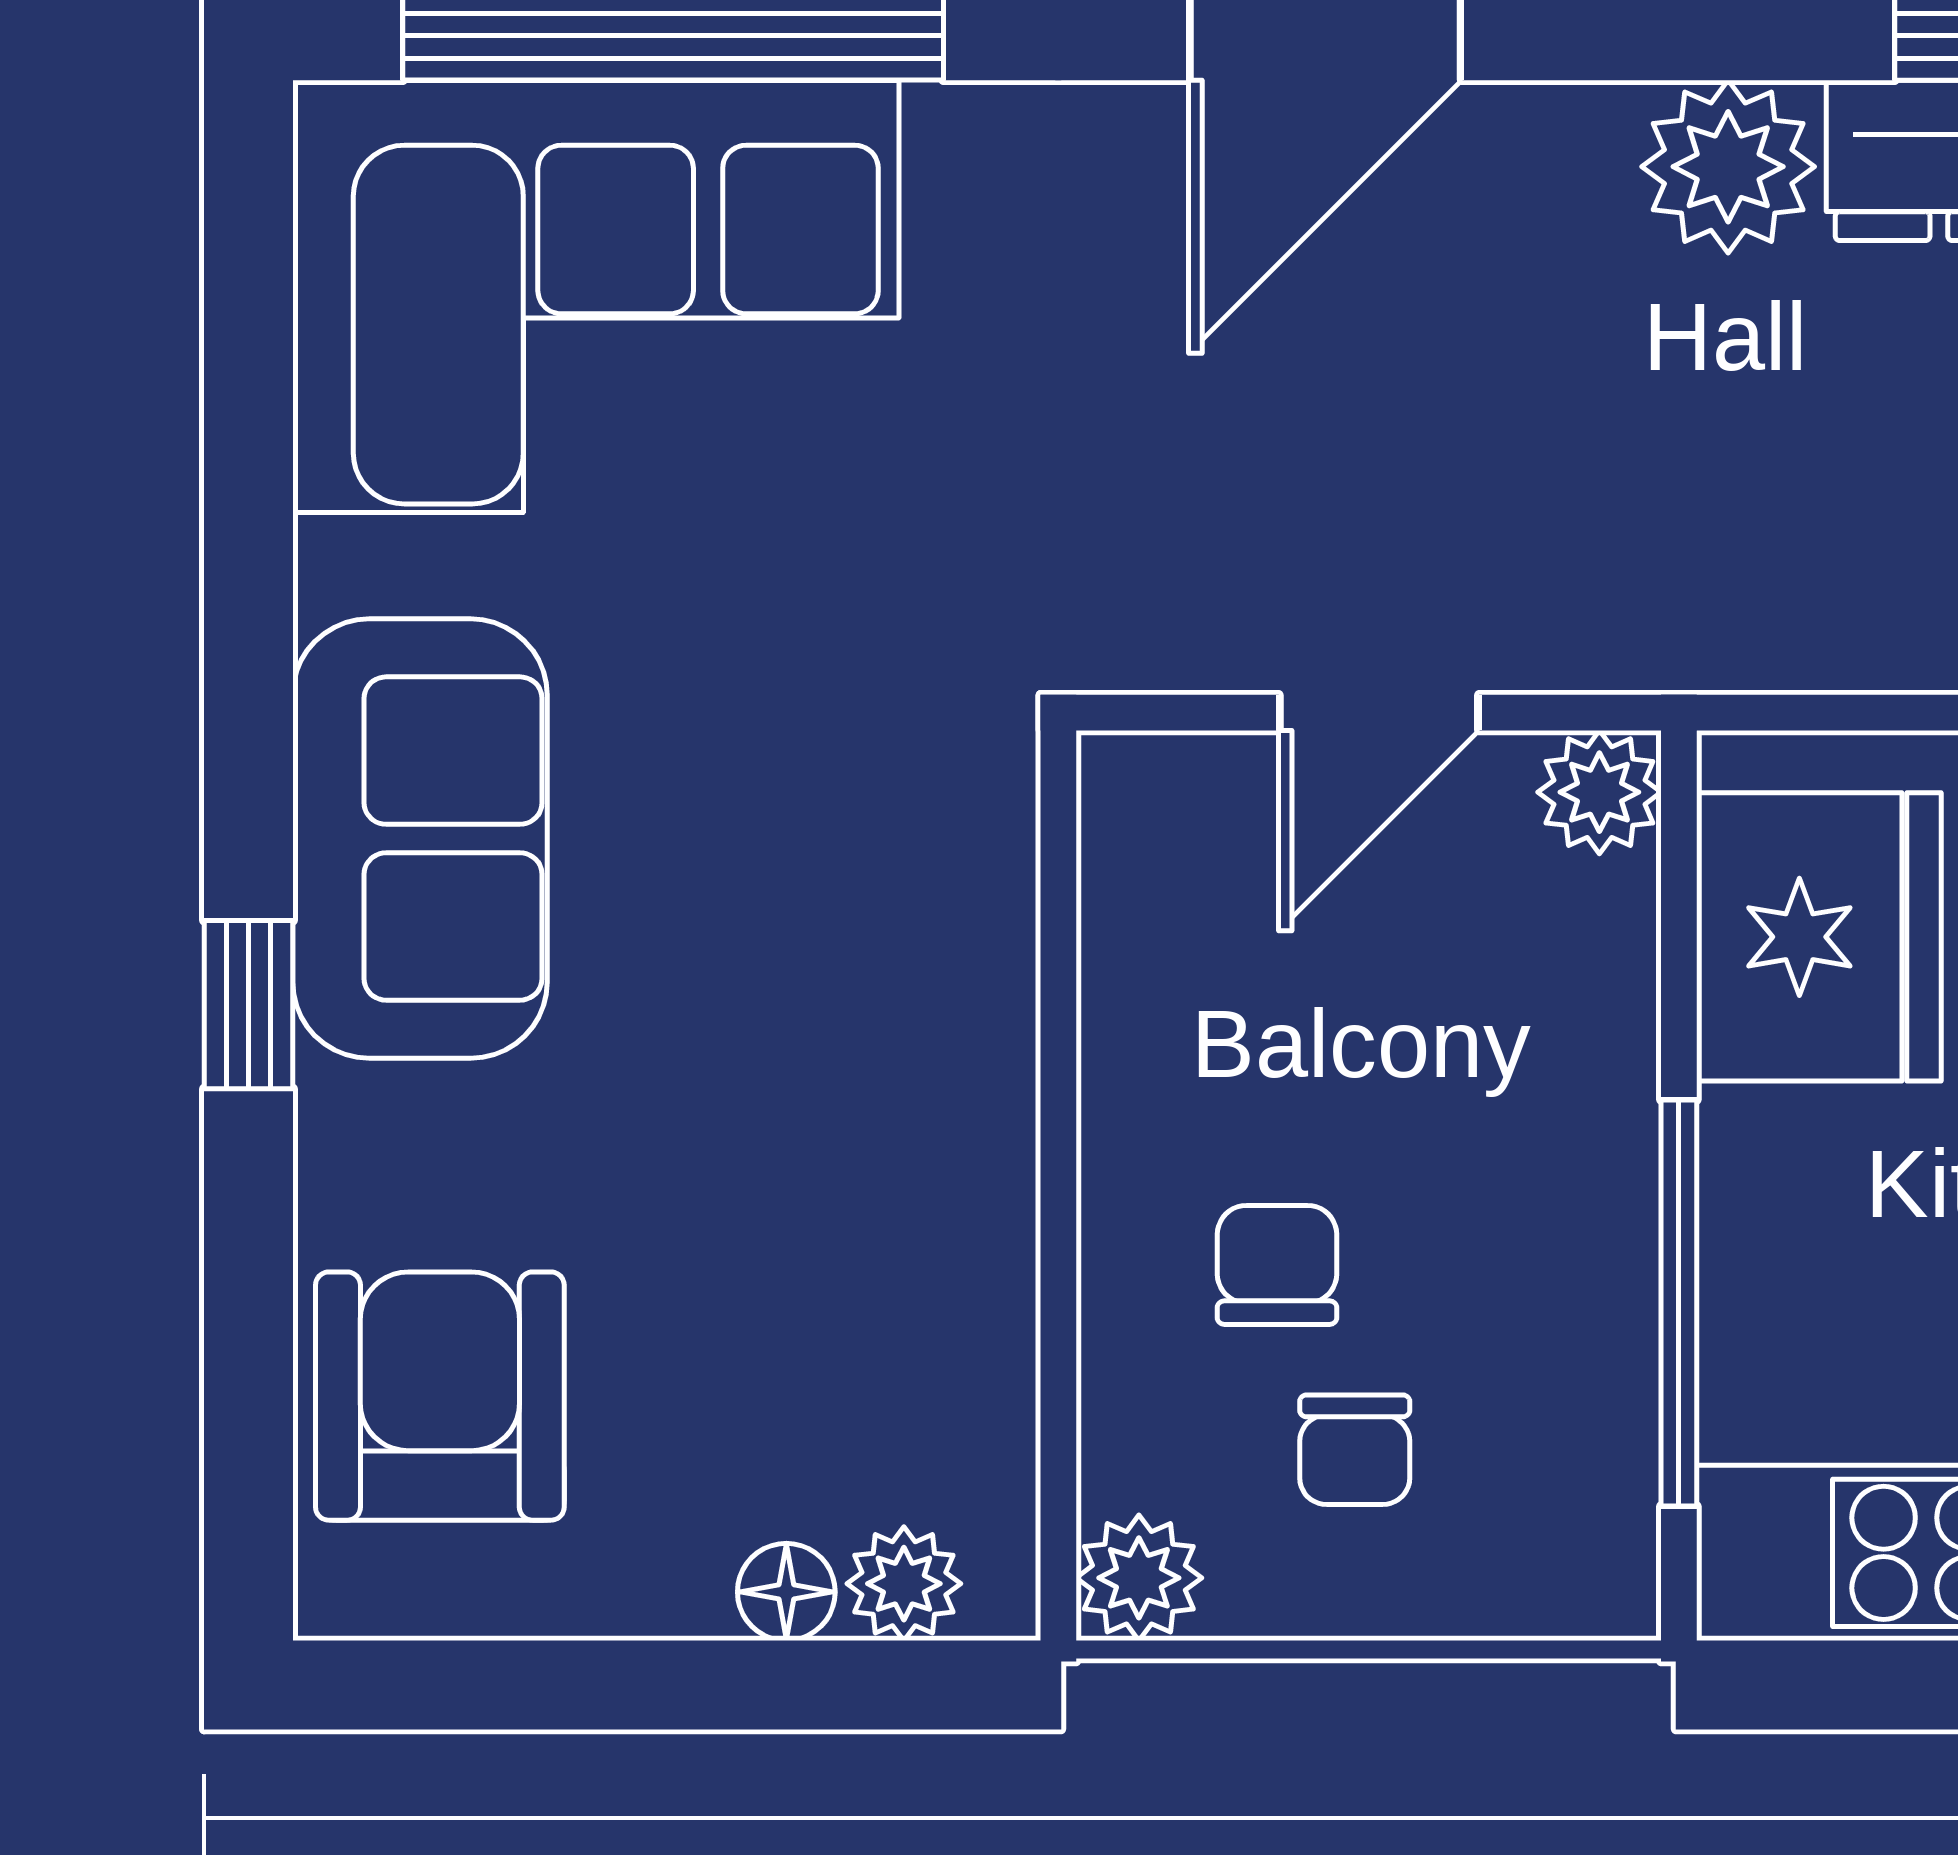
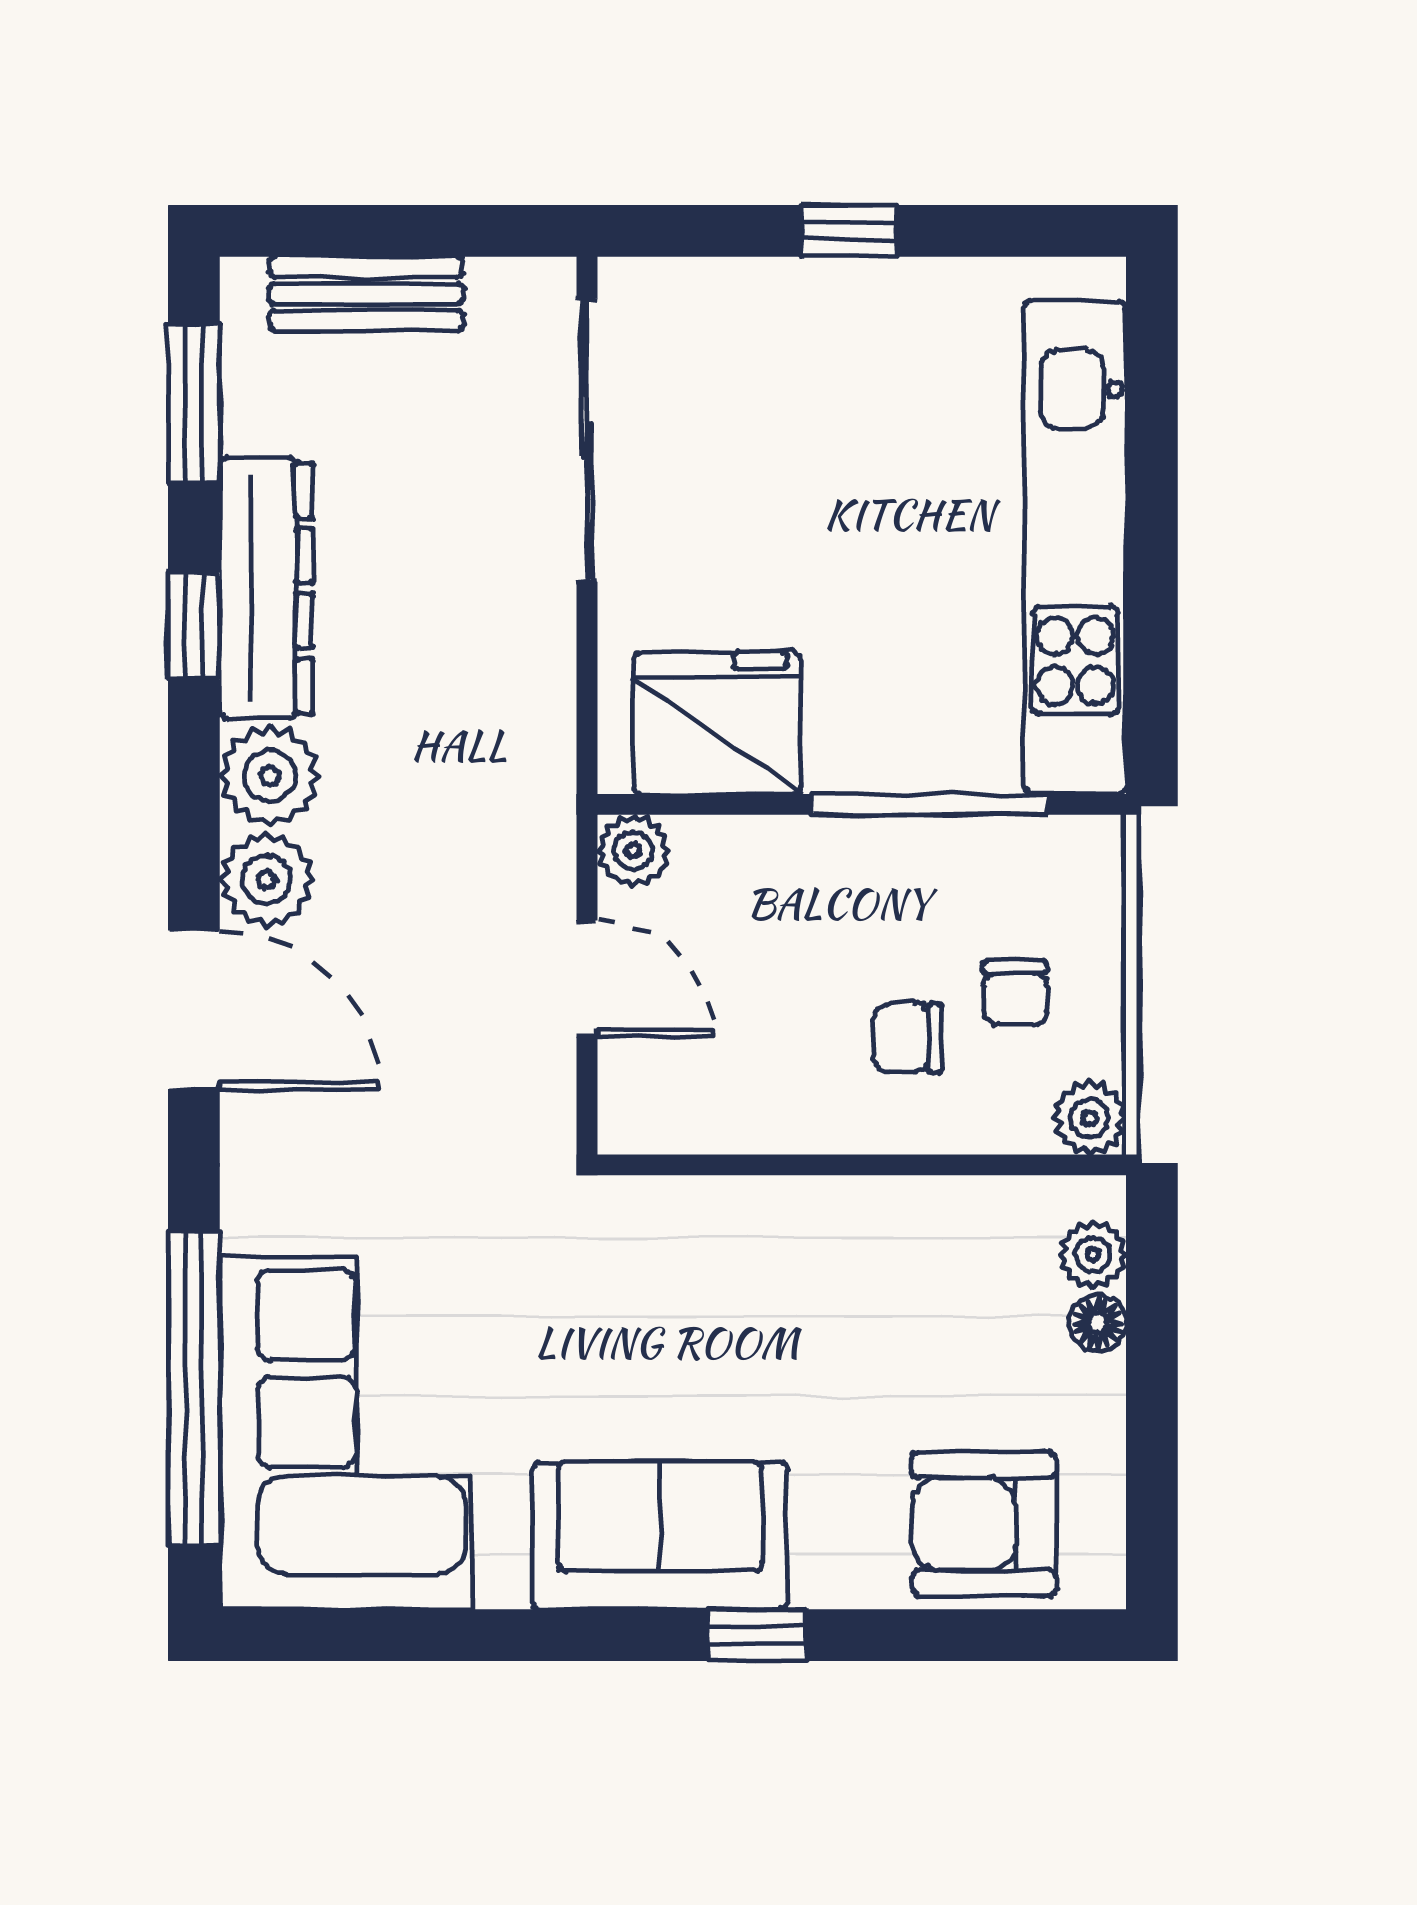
plant: (1549, 161) -> (266, 880), added
chair: (1355, 1450) -> (1015, 993), turned 90

